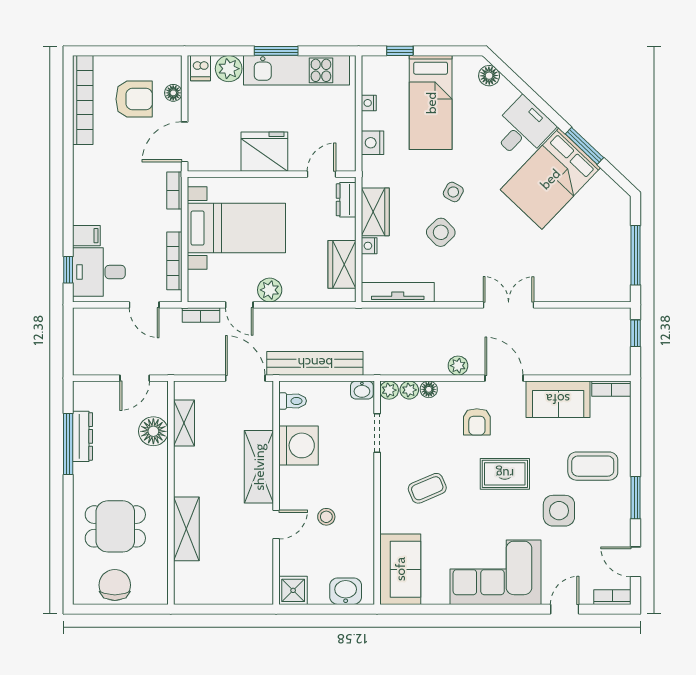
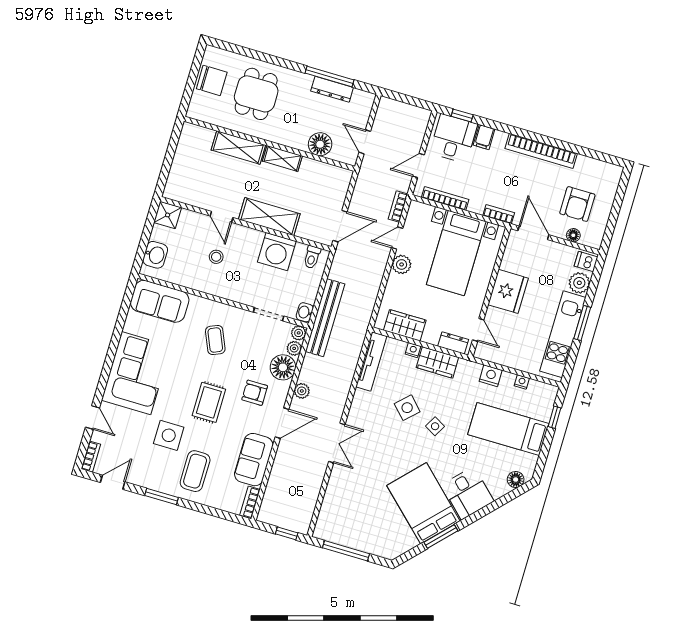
bookcase: (83, 100) -> (541, 151), moved
bench: (315, 363) -> (325, 318), moved
floor lamp: (429, 389) -> (283, 367), width x1.89, depth x1.89
shelving: (184, 423) -> (282, 158), moved

